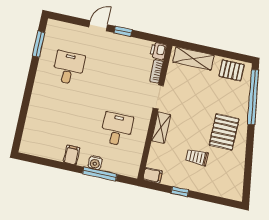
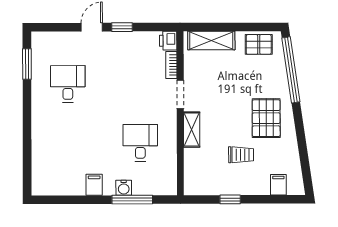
trolley: (197, 157) -> (241, 155), turned 180
filing cabinet: (153, 175) -> (278, 185), moved, turned -90

